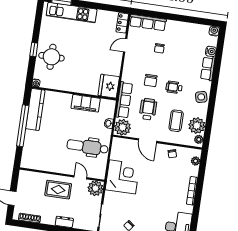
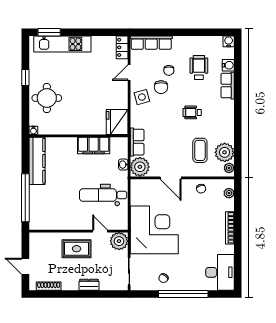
window: (34, 50) -> (25, 77), moved
chair: (151, 81) -> (161, 87), moved
side table: (201, 97) -> (142, 97), moved
row of seats: (124, 100) -> (137, 142), width x0.68
wheelchair: (148, 109) -> (199, 68), moved
window: (23, 126) -> (25, 198), moved
corner desk: (122, 177) -> (154, 230), width x1.36, depth x1.36

